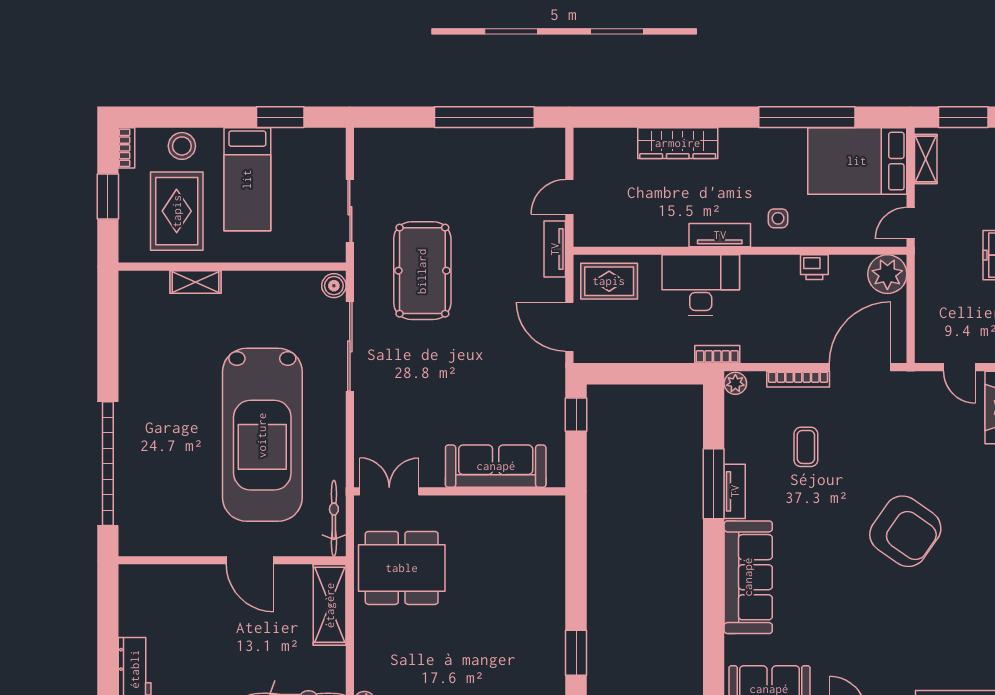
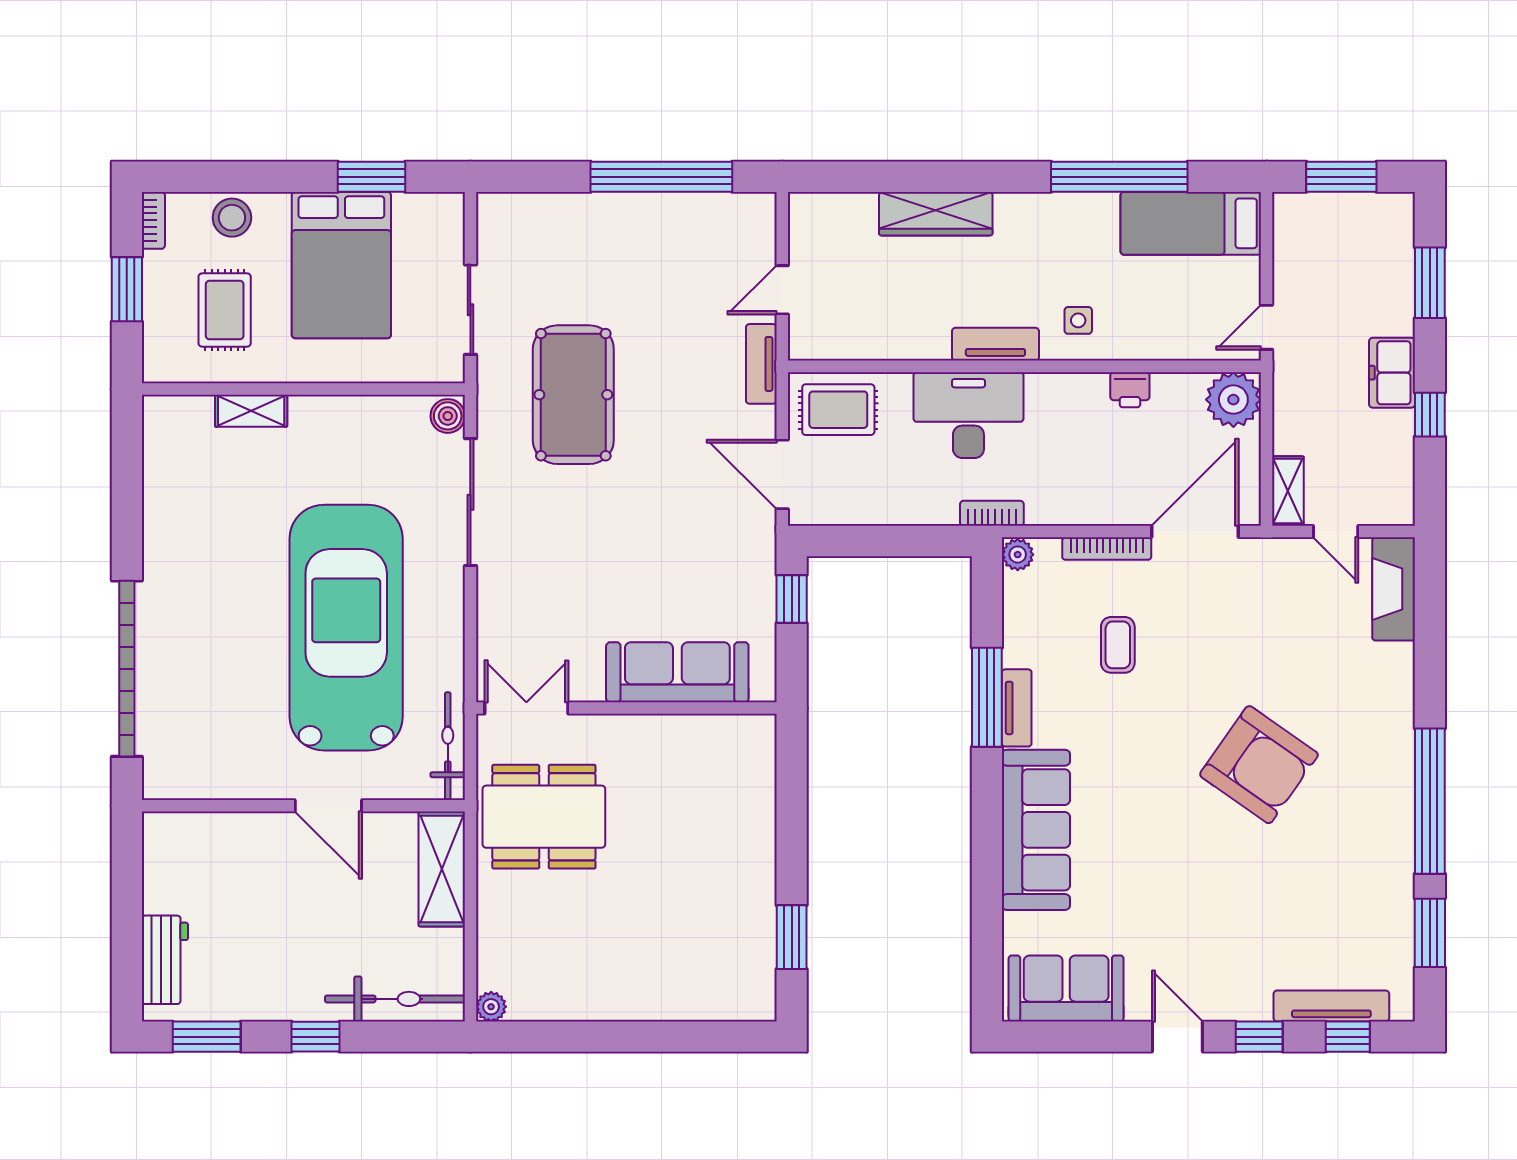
shelving: (926, 159) -> (1288, 491), moved
bed: (857, 161) -> (1191, 223), width x0.67
bed: (247, 179) -> (341, 265), width x1.50
rug: (177, 211) -> (225, 310), width x0.73, depth x0.70
car: (262, 435) -> (346, 628), turned 180

